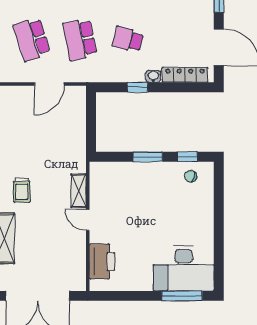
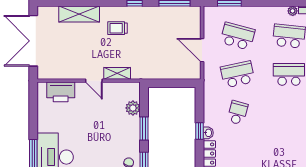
school desk: (32, 39) -> (238, 36), turned 33
window: (138, 87) -> (199, 131), moved
plant: (122, 171) -> (133, 108), added
door: (88, 220) -> (94, 81), swing flipped

